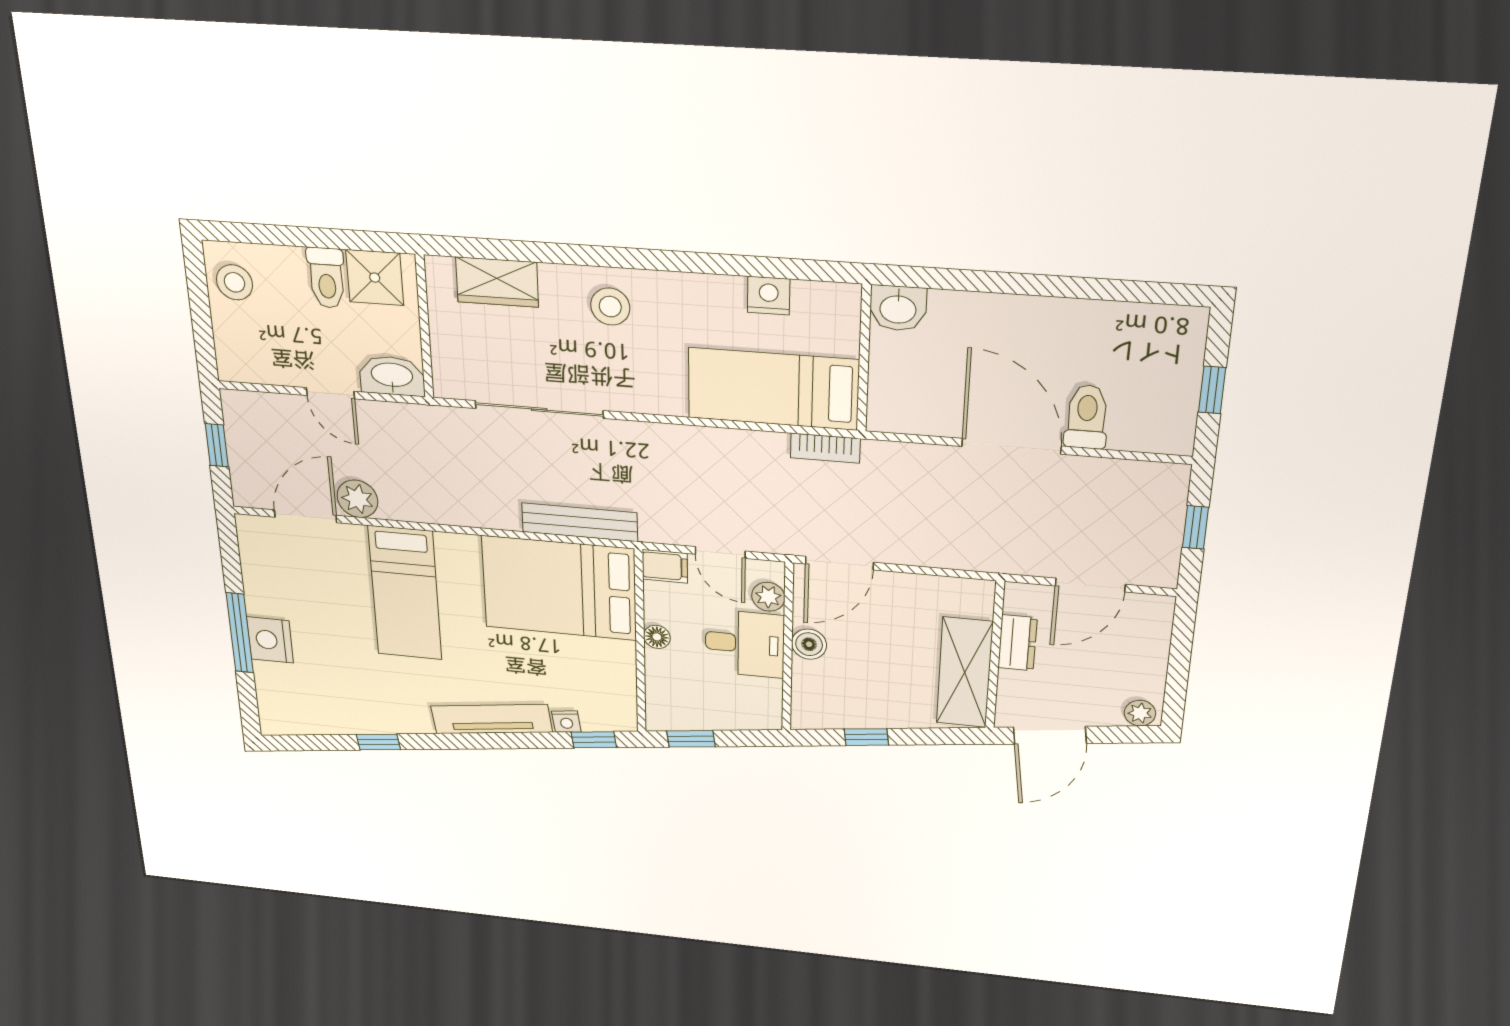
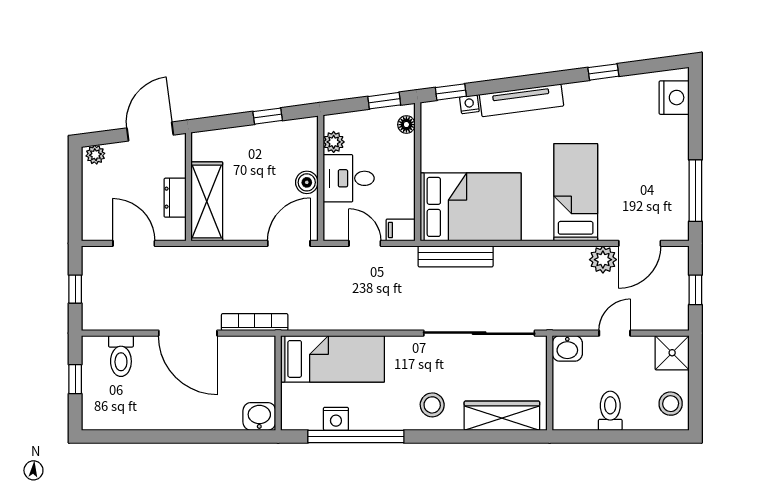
window: (736, 265) -> (356, 437), added
shower: (375, 278) -> (672, 353), moved
wardrobe: (497, 282) -> (502, 416), width x1.50
washbasin: (392, 376) -> (567, 348), width x0.72
door: (330, 393) -> (615, 333), hinge flipped
sliding door: (539, 410) -> (479, 333), width x1.36
toilet: (1087, 417) -> (121, 356), moved
bookcase: (825, 448) -> (255, 322), moved, width x1.56
door: (1090, 585) -> (134, 243), hinge flipped
plant: (768, 597) -> (334, 142), moved
window: (240, 633) -> (695, 191), moved
floor lamp: (657, 637) -> (406, 125), moved
nightstand: (270, 640) -> (674, 98), moved
shelving: (965, 673) -> (207, 201), moved

